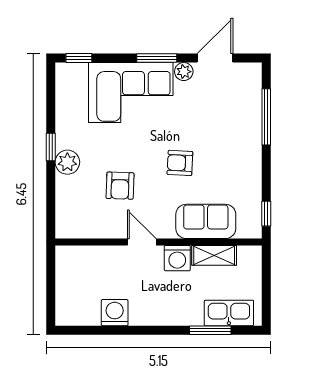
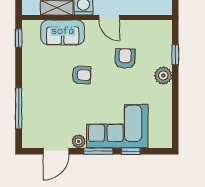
window: (79, 58) -> (131, 151), moved
window: (51, 147) -> (175, 55), moved

